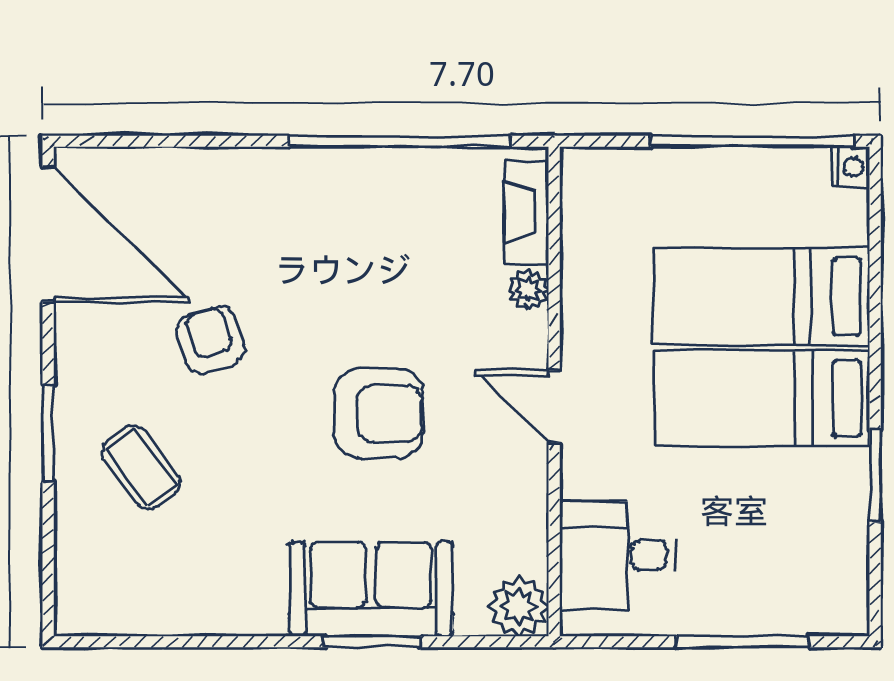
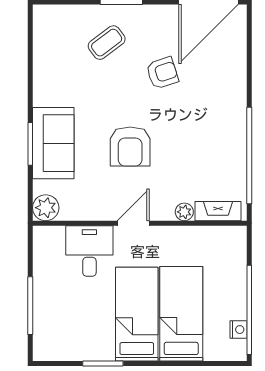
nightstand: (851, 167) -> (238, 330), moved, turned -90
desk: (618, 555) -> (89, 251), moved

